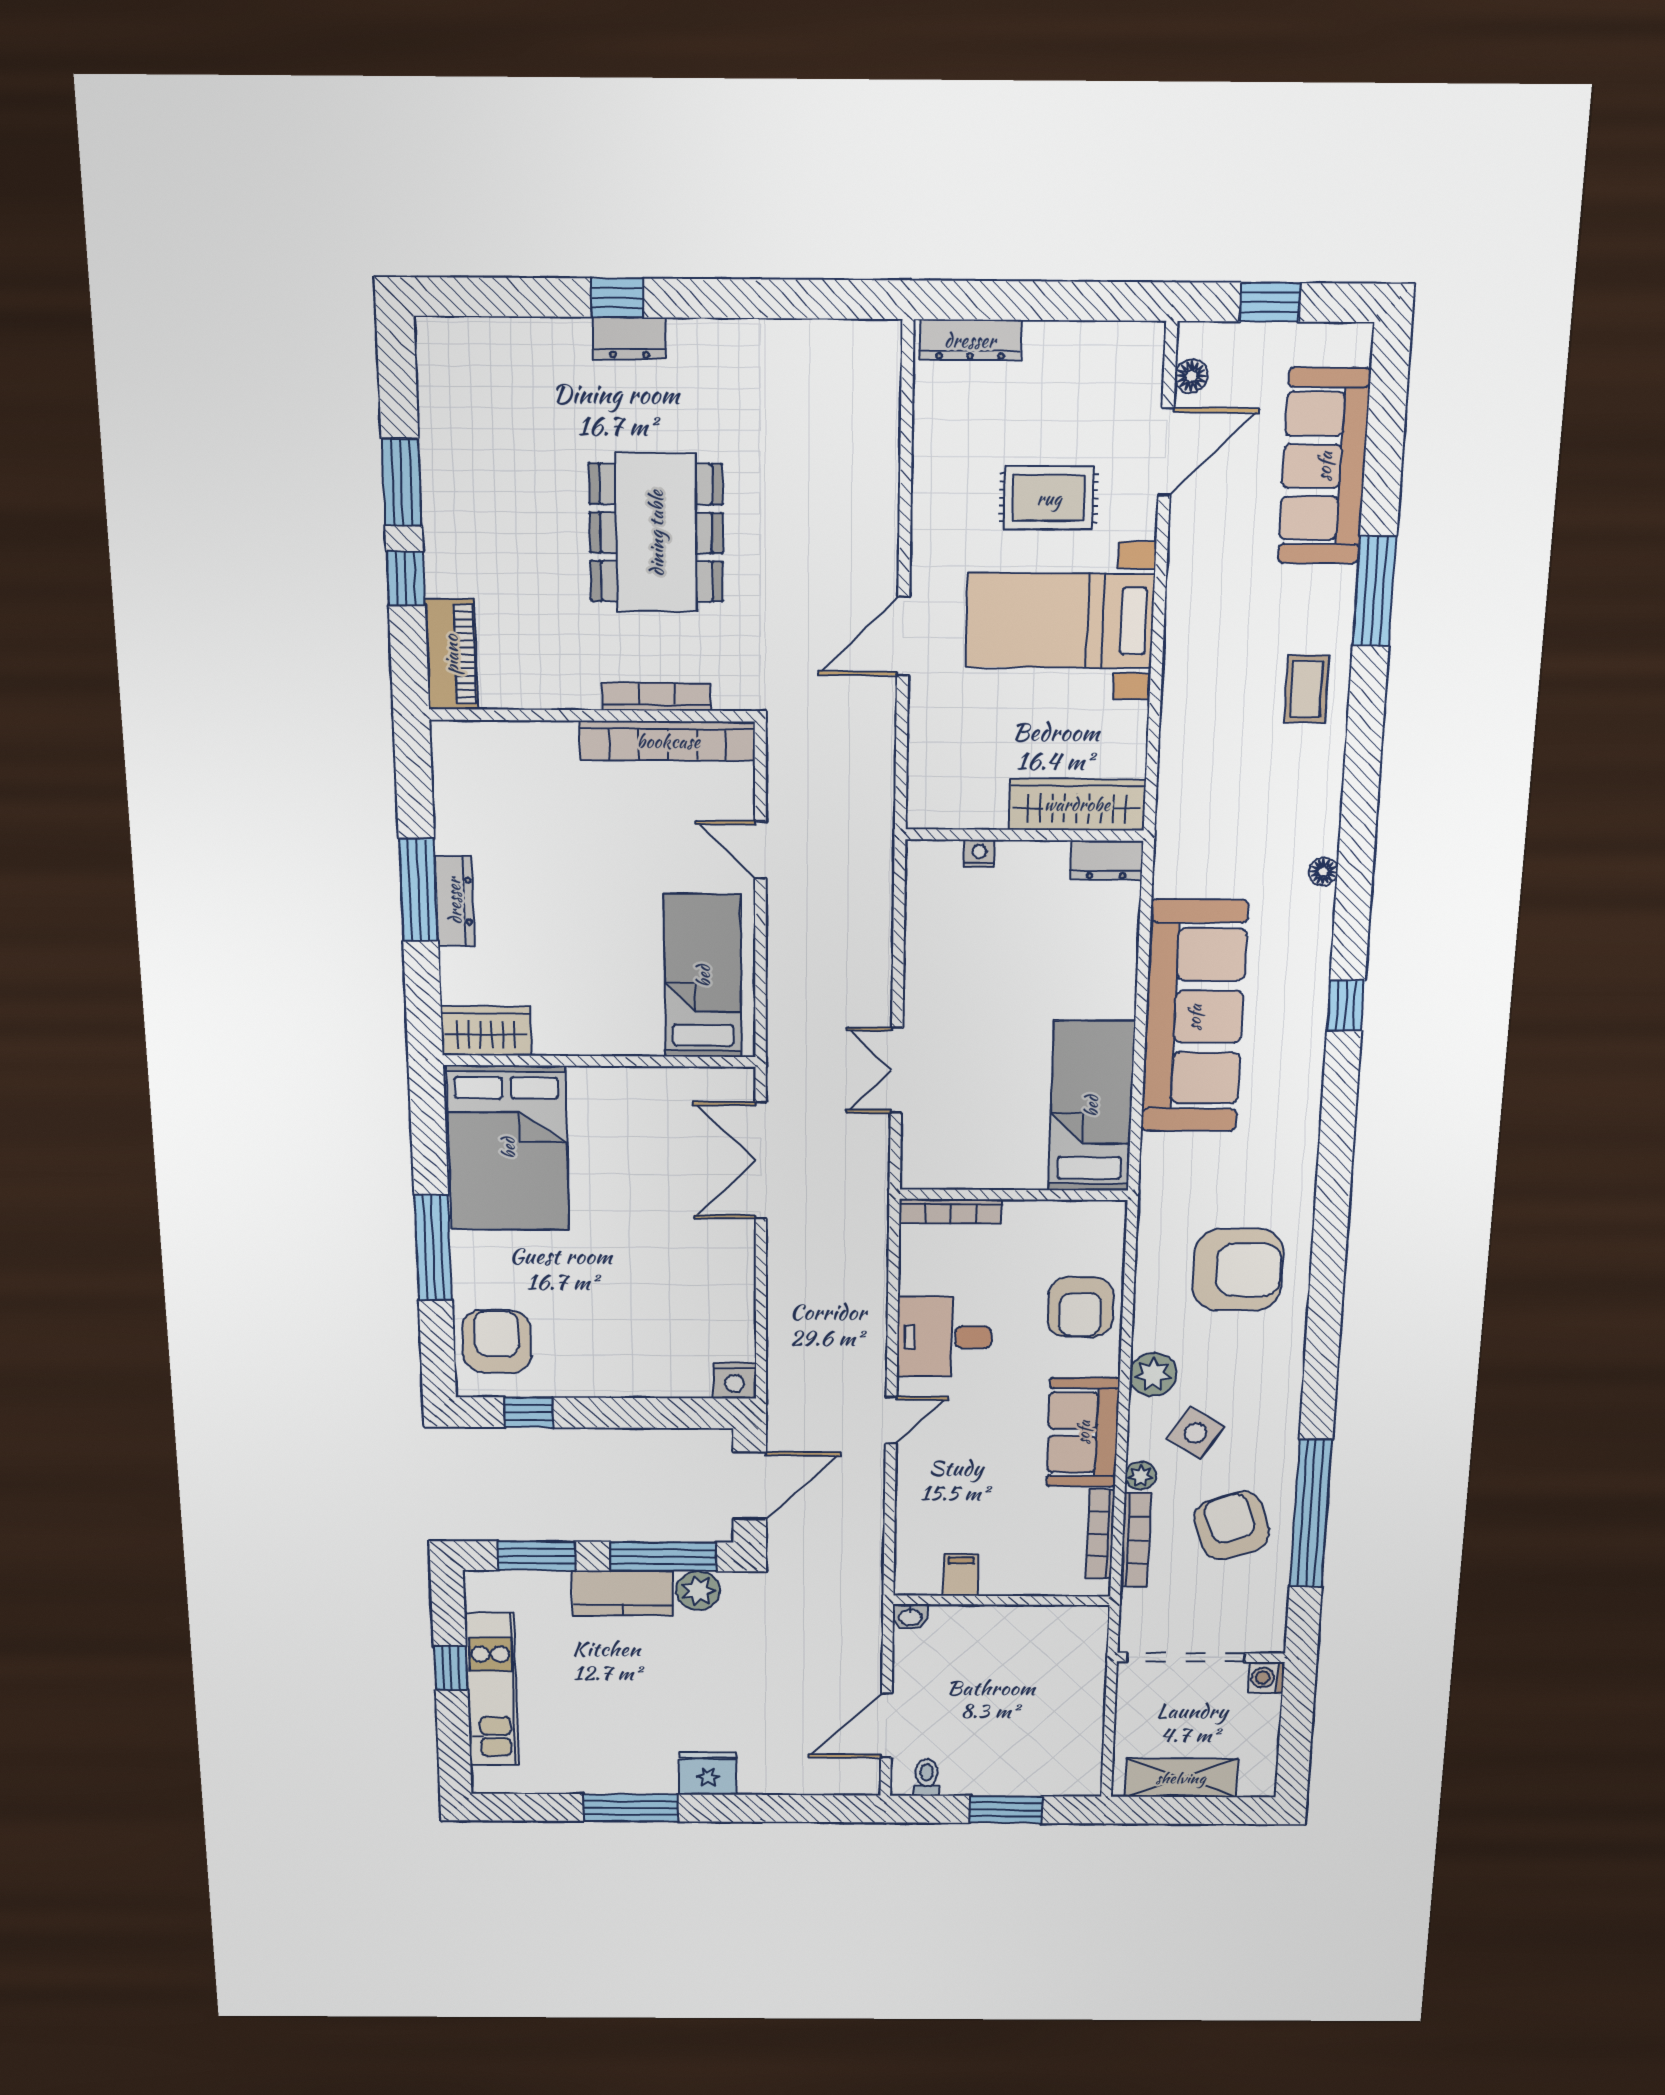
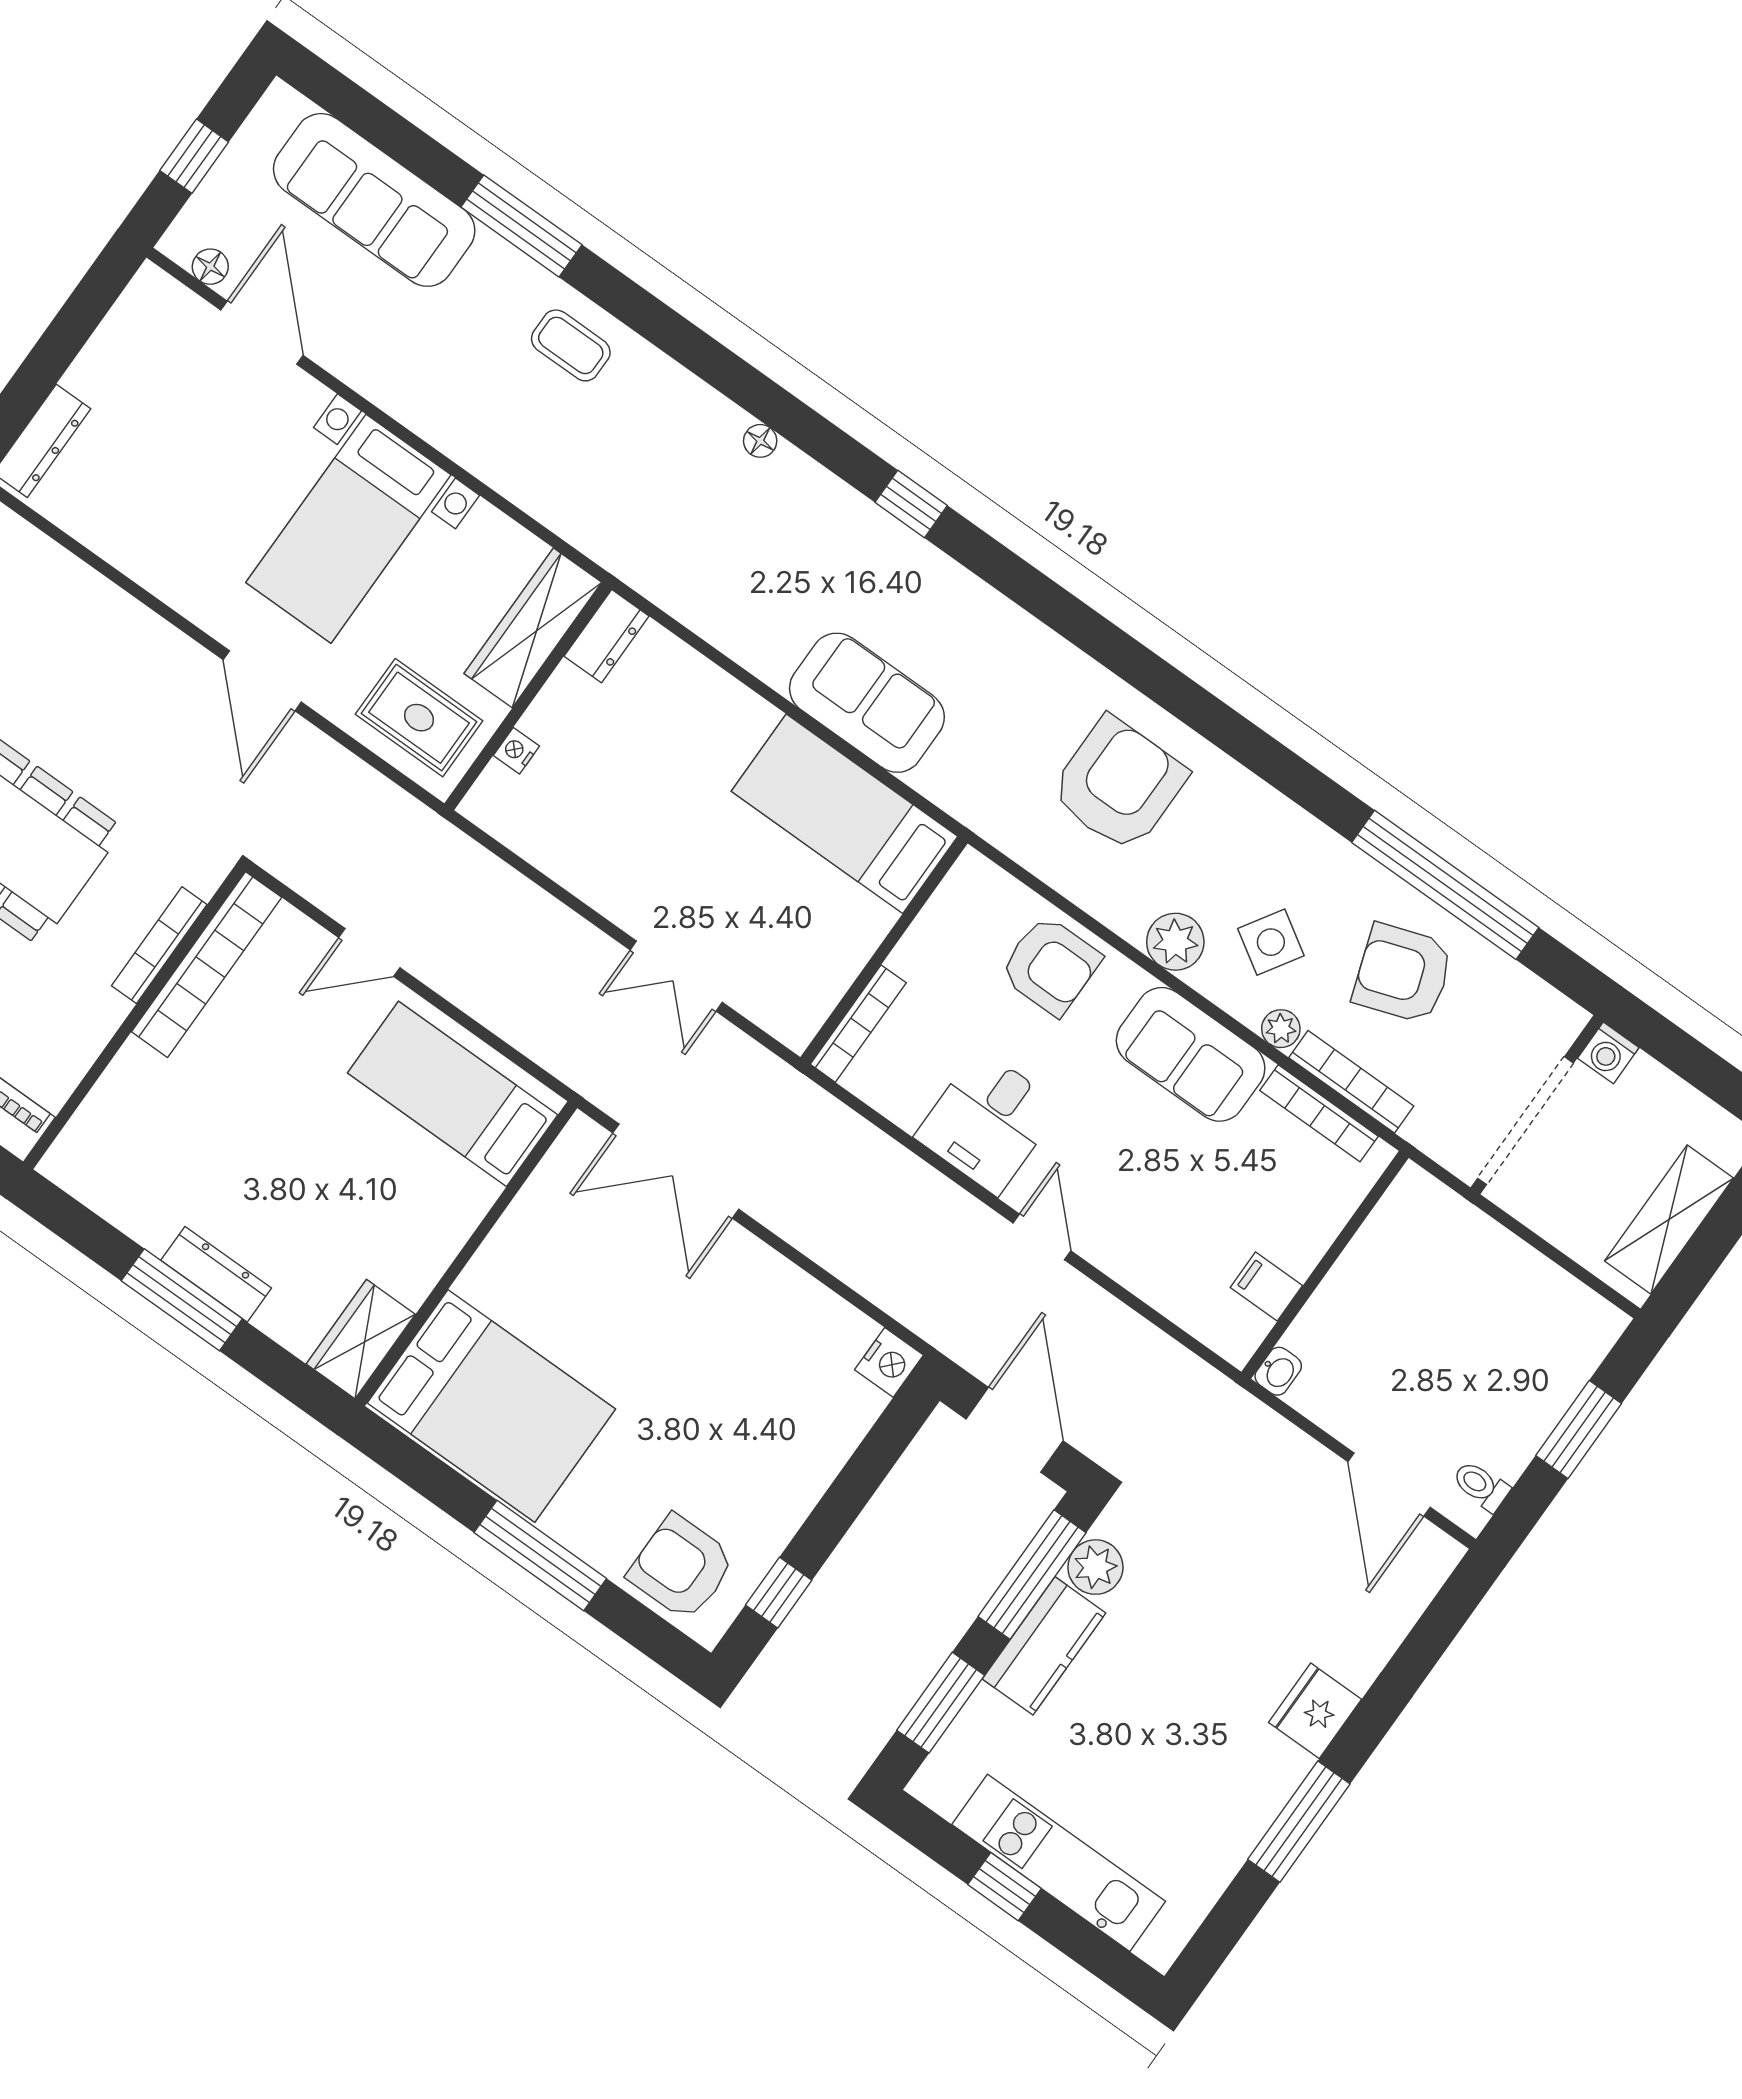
rug: (1049, 498) -> (419, 718), moved, turned 90
sofa: (1194, 1017) -> (867, 703), width x0.54, depth x0.79

